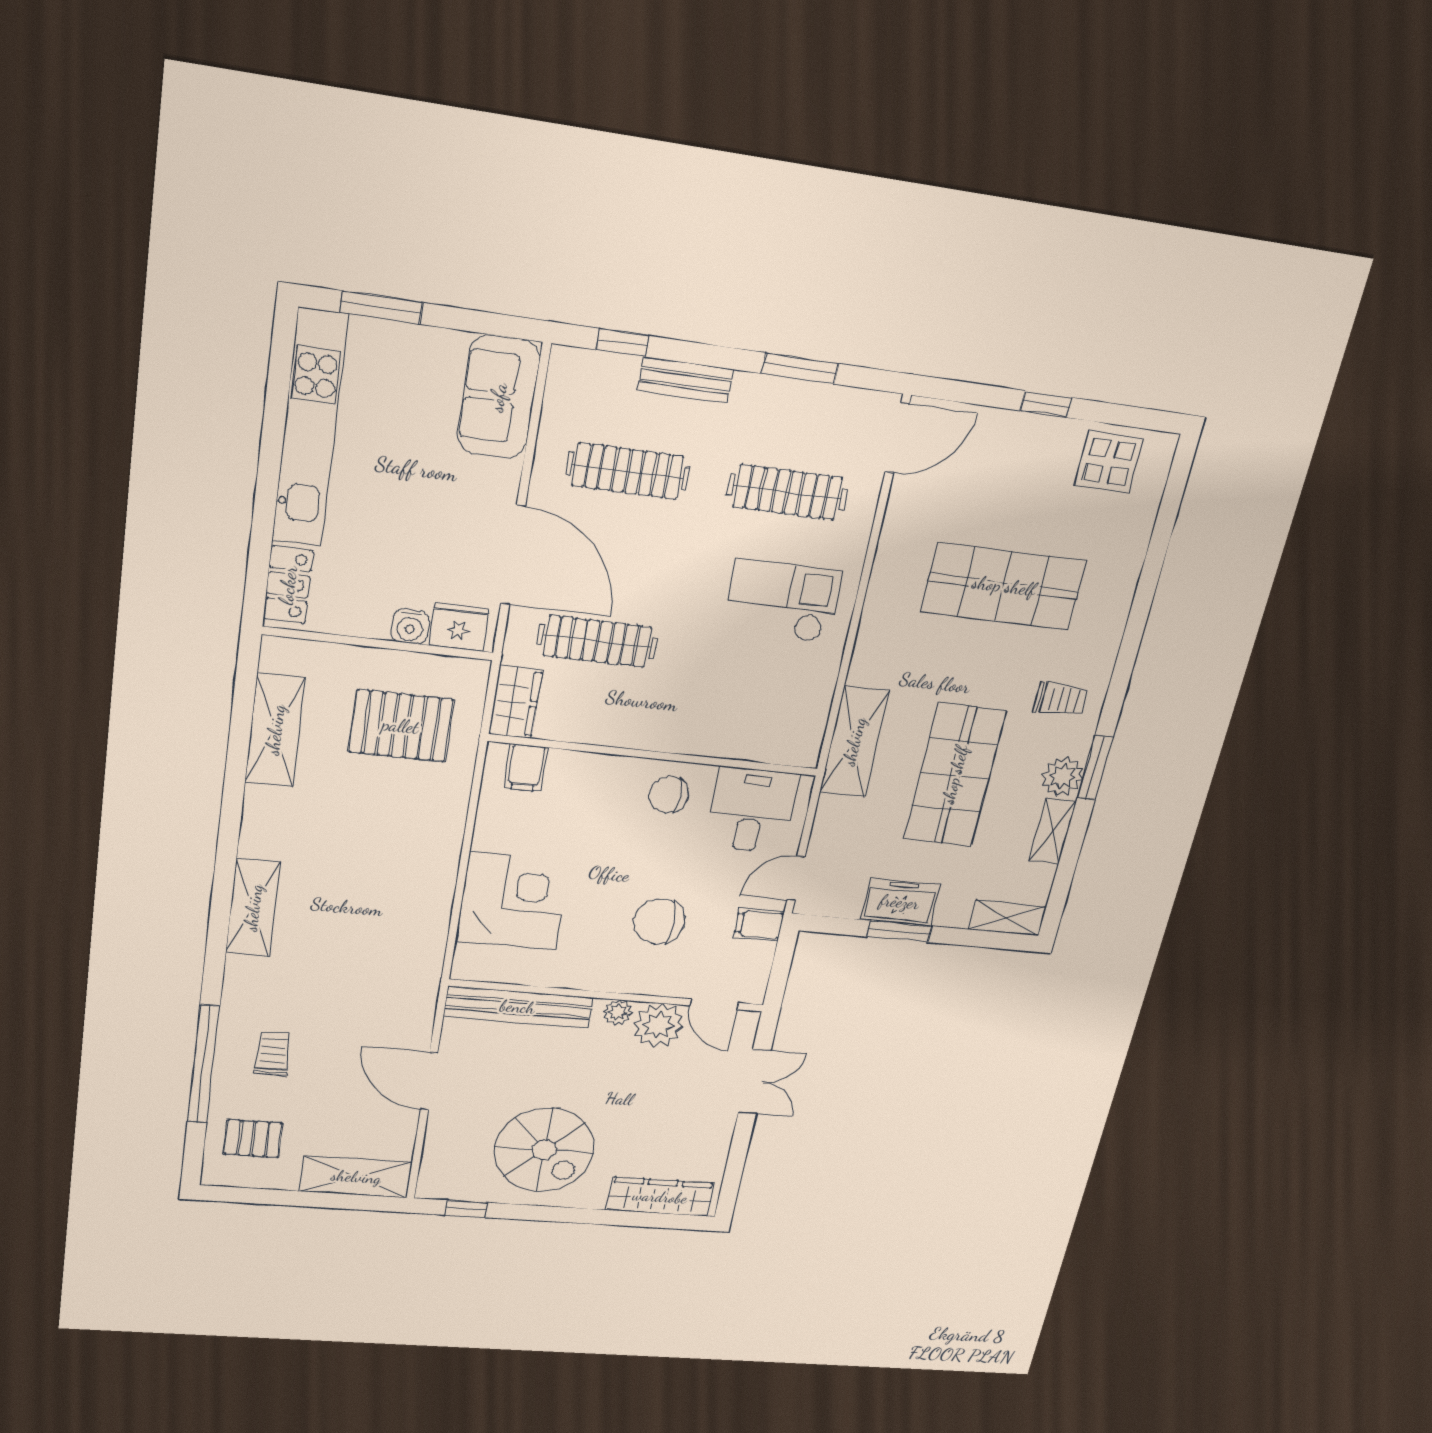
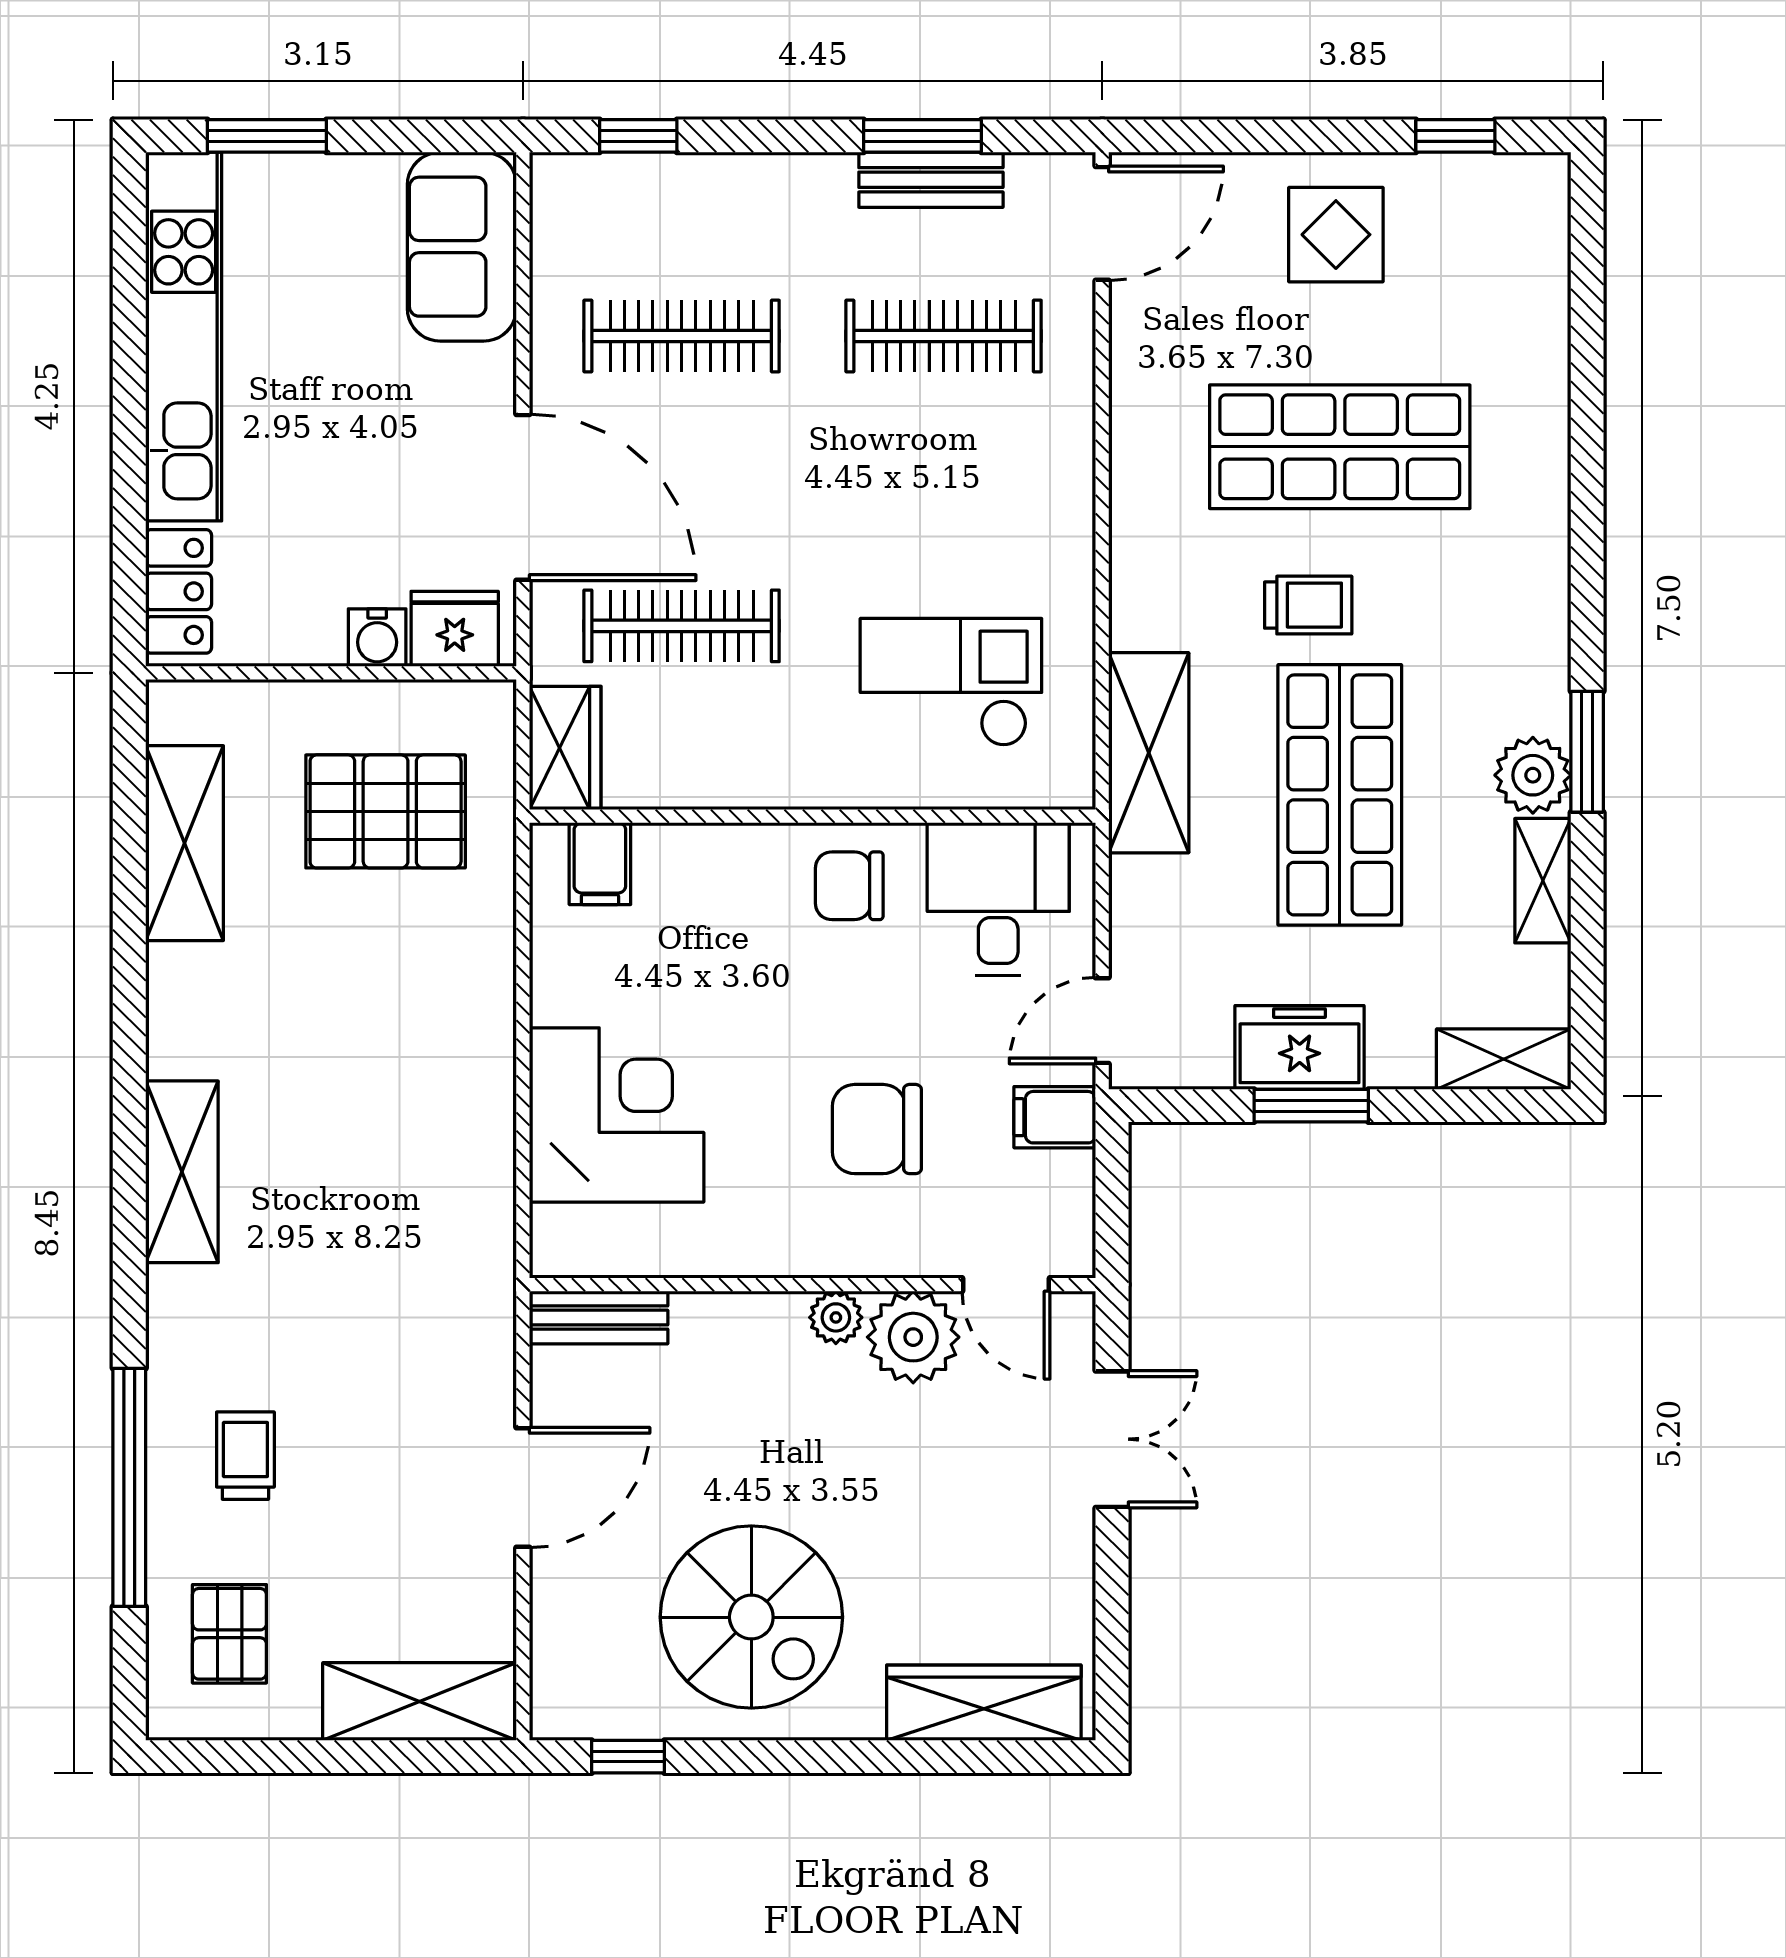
bench: (686, 380) -> (931, 180), moved
window: (1046, 404) -> (1455, 136), moved
display table: (1109, 462) -> (1336, 235), moved
checkout: (782, 601) -> (951, 682), moved
trolley: (1061, 699) -> (1308, 605), moved
bench: (518, 1007) -> (599, 1318), width x0.54, depth x0.82
door: (429, 1081) -> (523, 1488), swing flipped
pallet: (253, 1138) -> (229, 1634), turned 90

